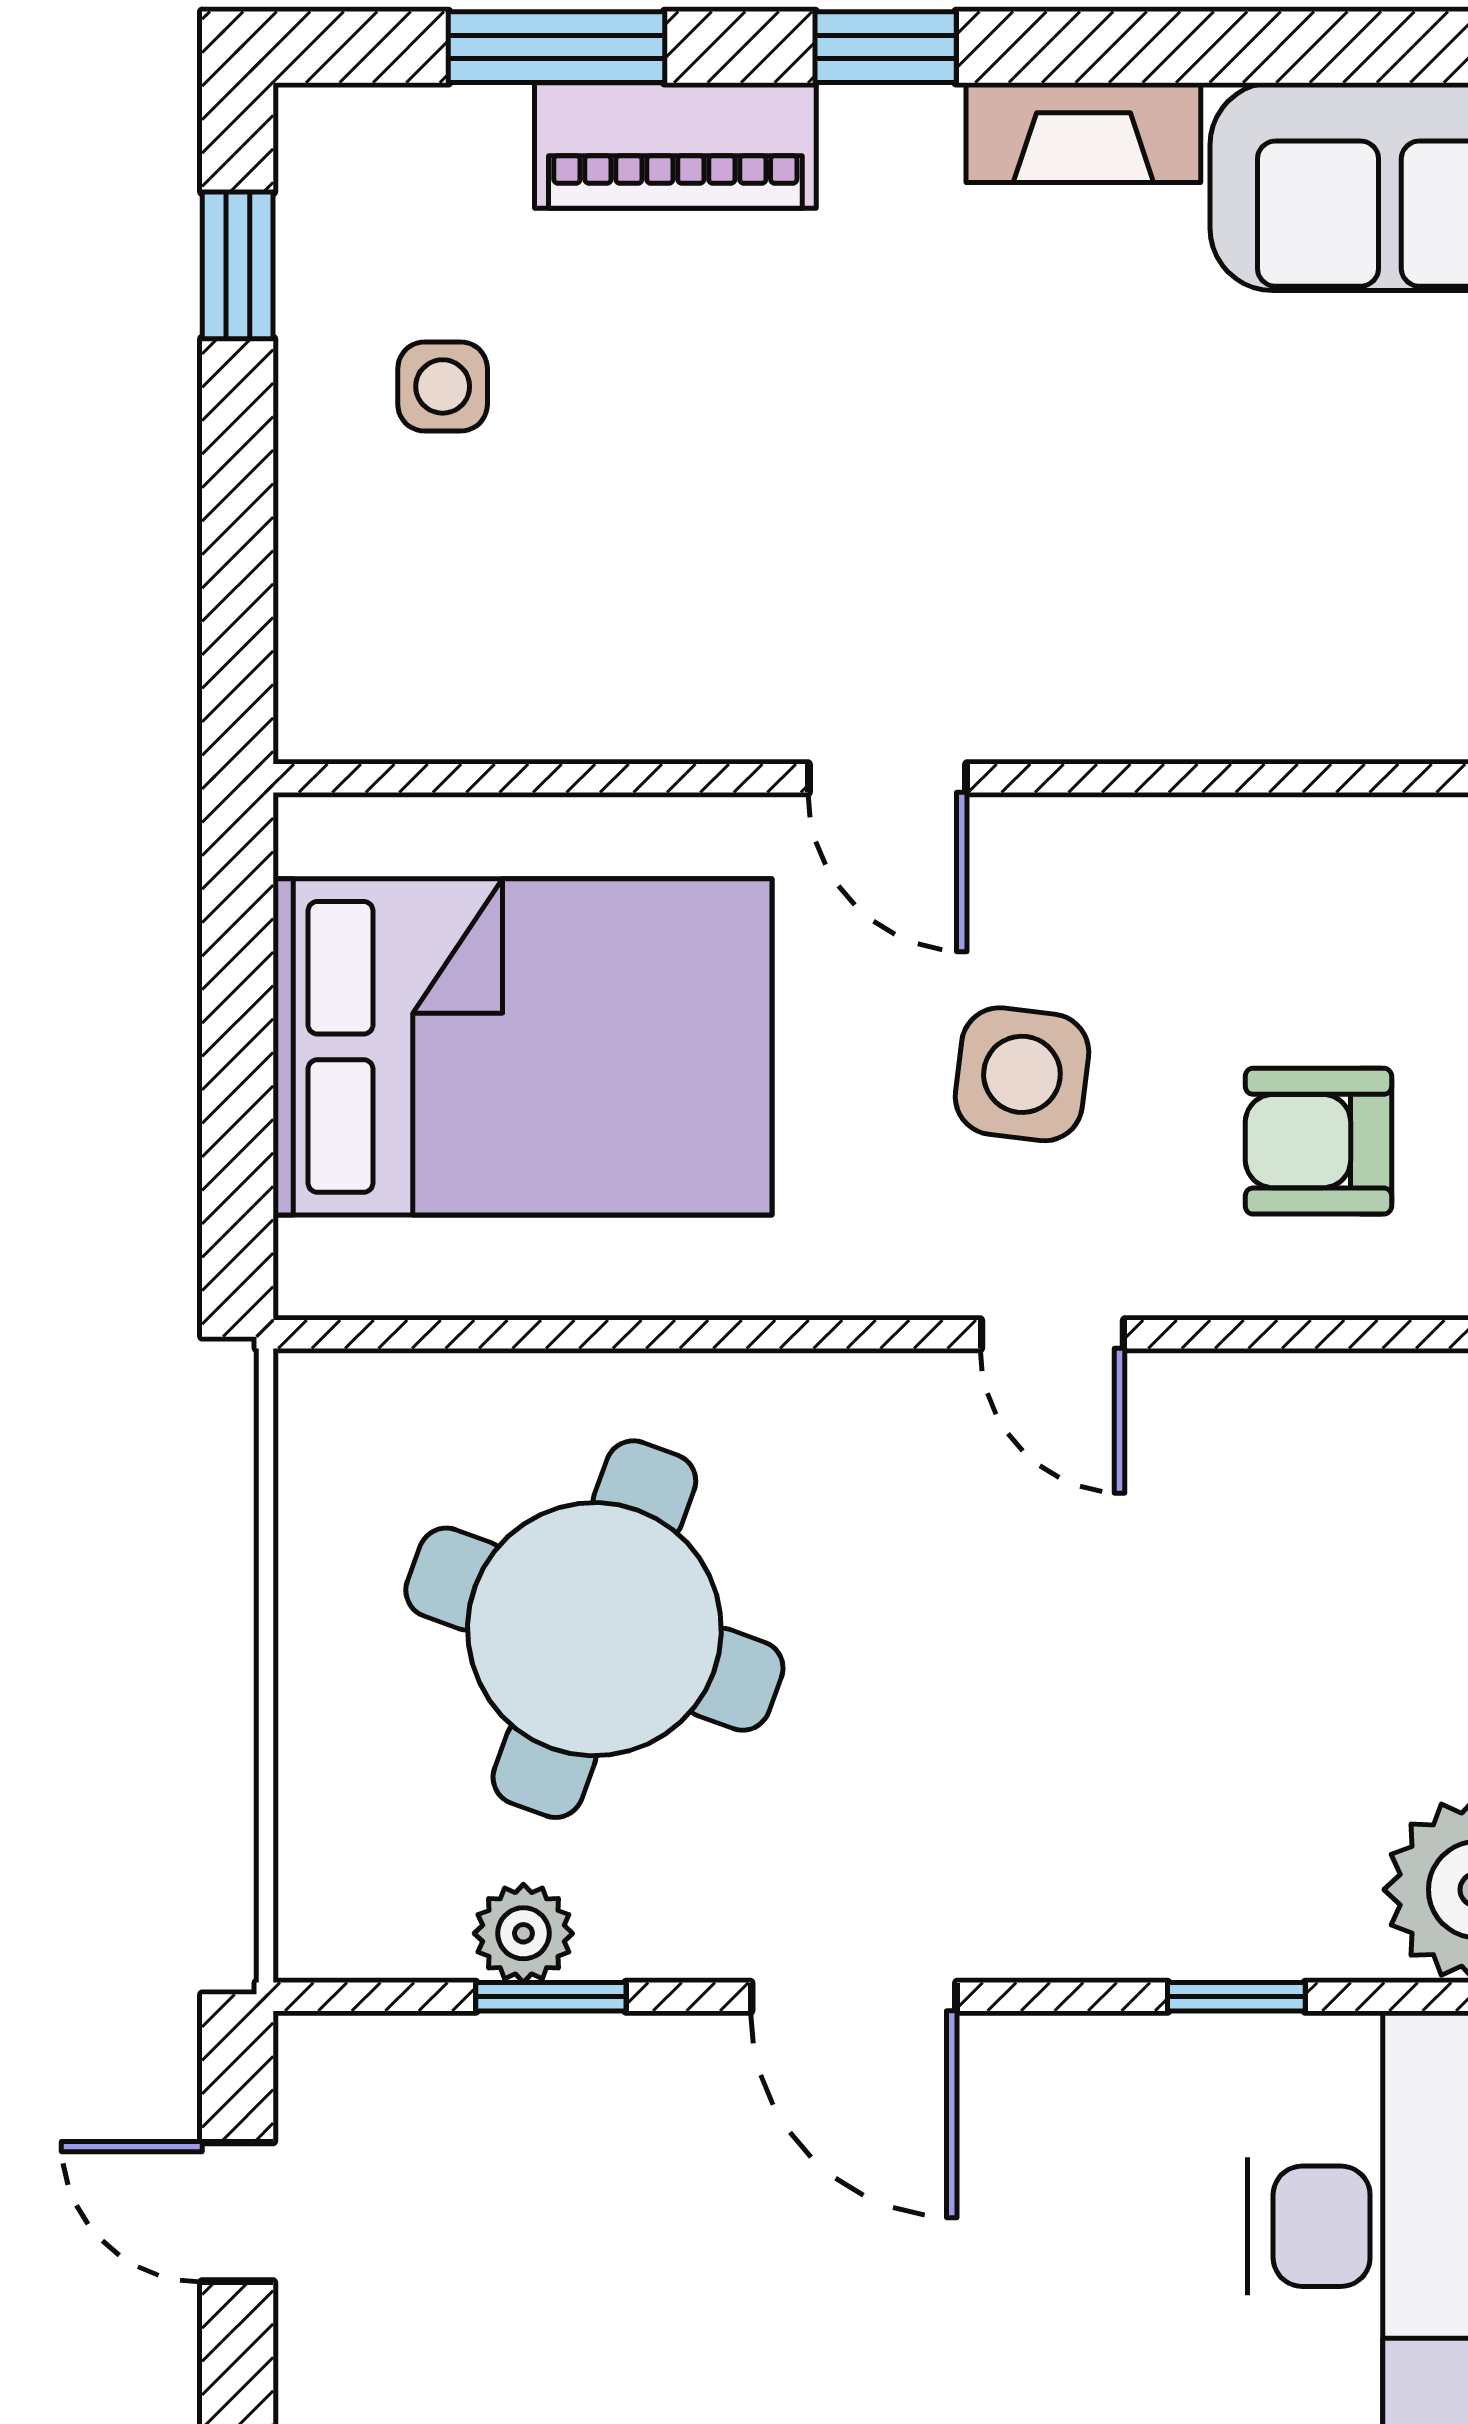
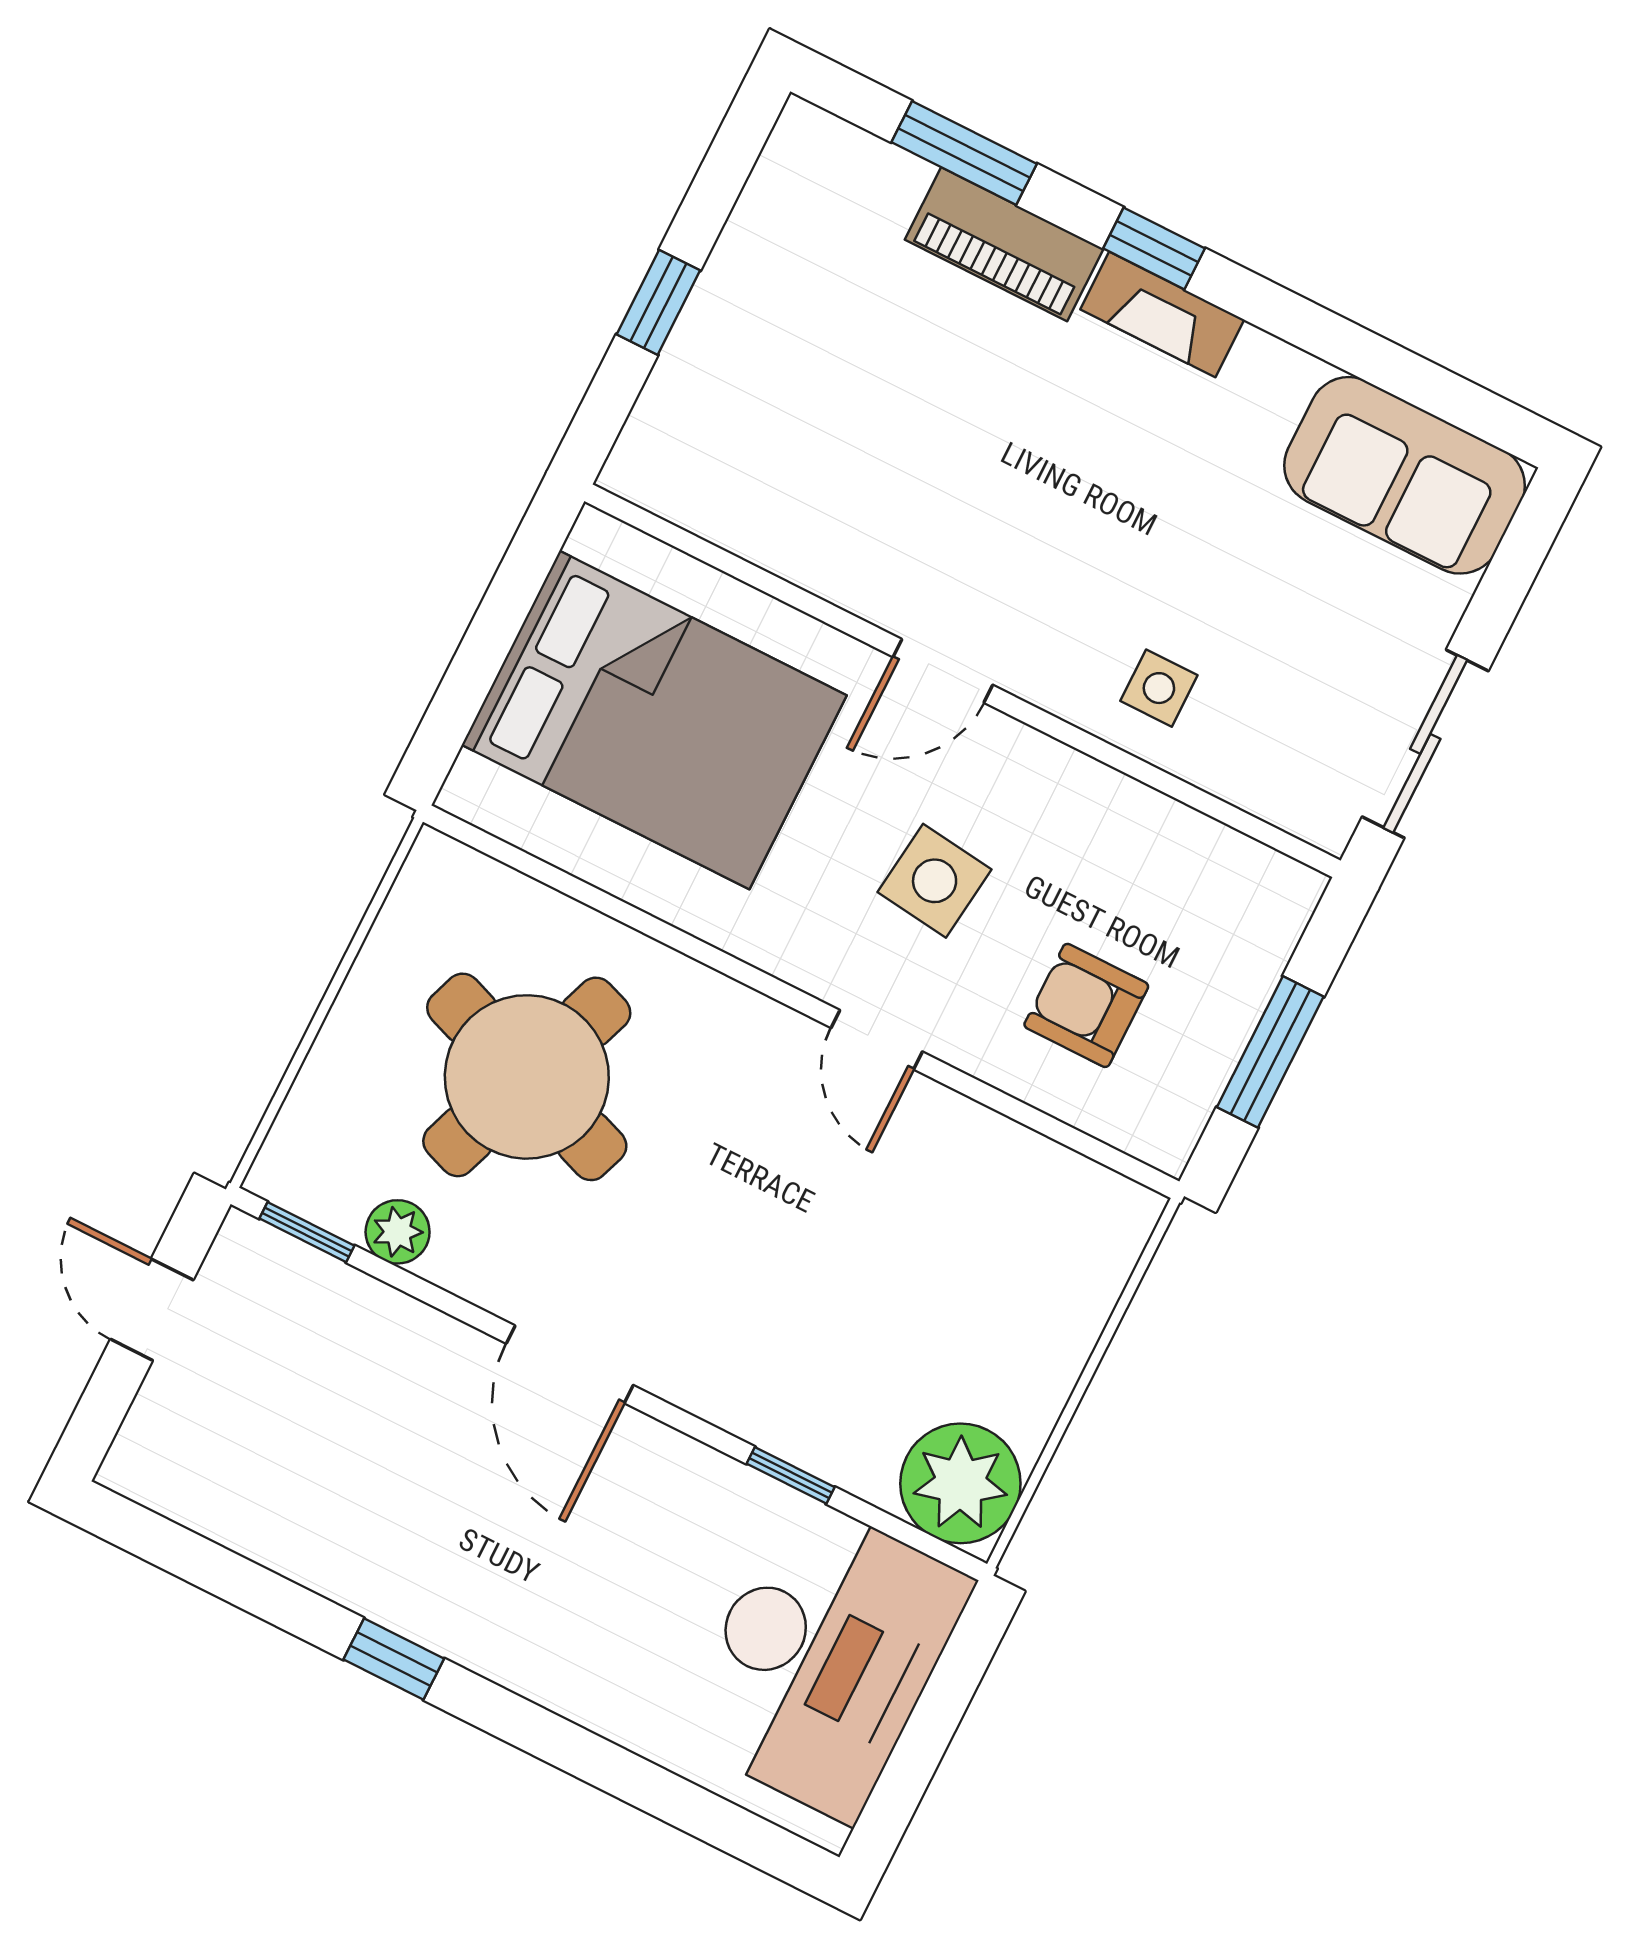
fireplace: (1083, 133) -> (1162, 314), moved
window: (238, 265) -> (658, 302), moved
side table: (443, 386) -> (1159, 688), moved
door: (888, 778) -> (943, 671), hinge flipped
window: (551, 1997) -> (307, 1232), moved

